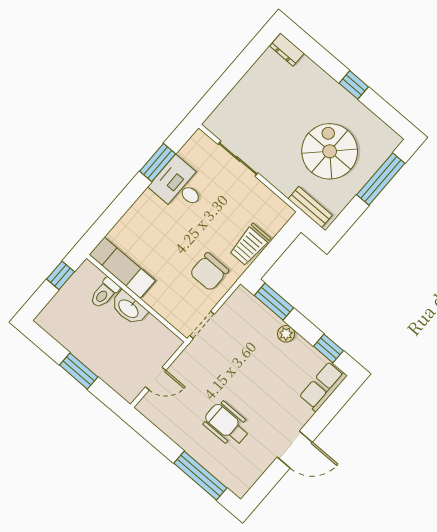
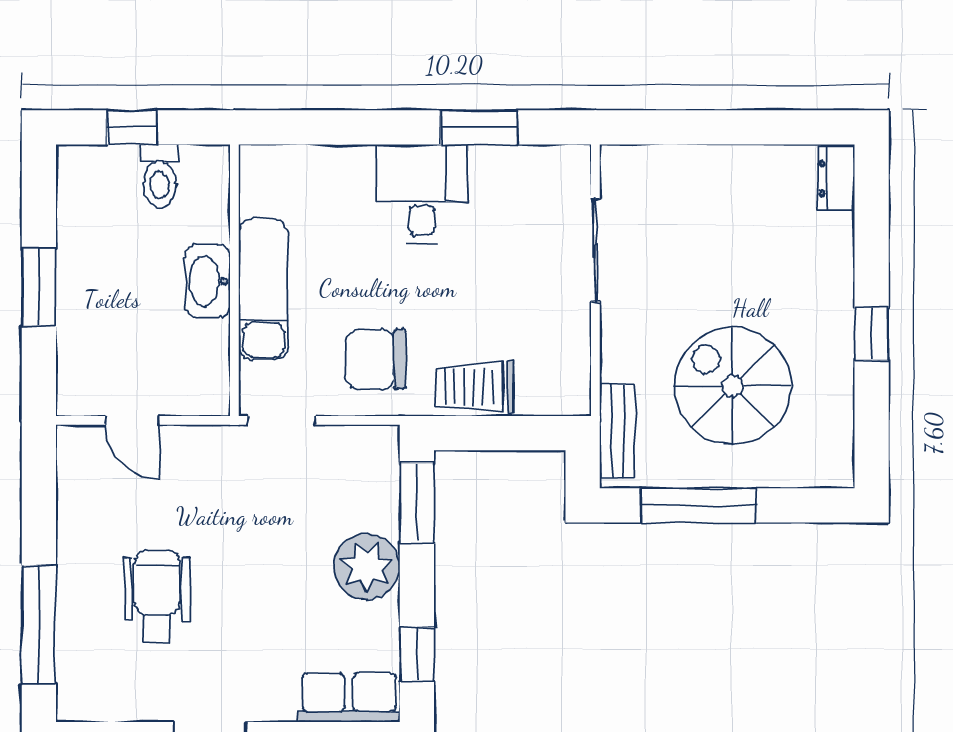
spiral stairs: (330, 151) -> (733, 386), turned -90
window: (381, 179) -> (699, 505), moved
desk: (179, 186) -> (422, 194), moved
exam couch: (122, 268) -> (263, 289), moved
window: (61, 275) -> (132, 127), moved
toilet: (104, 293) -> (160, 176), moved, turned -90
plant: (286, 334) -> (367, 567), width x1.88, depth x1.88

